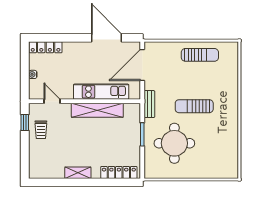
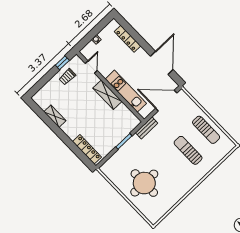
locker: (46, 47) -> (127, 39), moved
sun lounger: (194, 106) -> (188, 150), moved
shelving: (97, 110) -> (107, 95), width x0.68
round table: (174, 143) -> (144, 183), moved
shelving: (78, 173) -> (55, 116), moved

